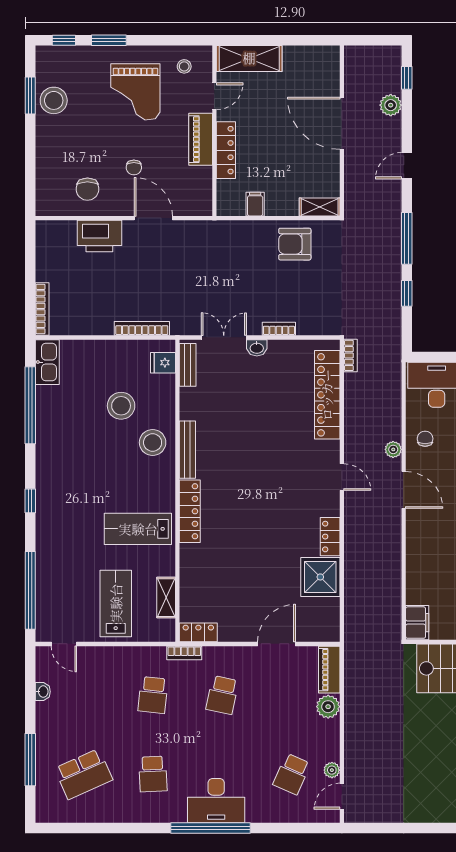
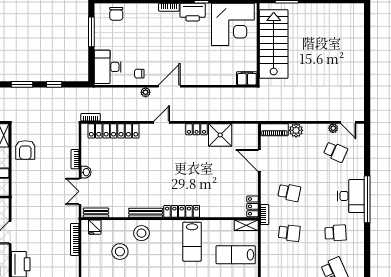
window: (407, 238) -> (22, 84), width x0.69
shelving: (166, 598) -> (246, 225), moved

